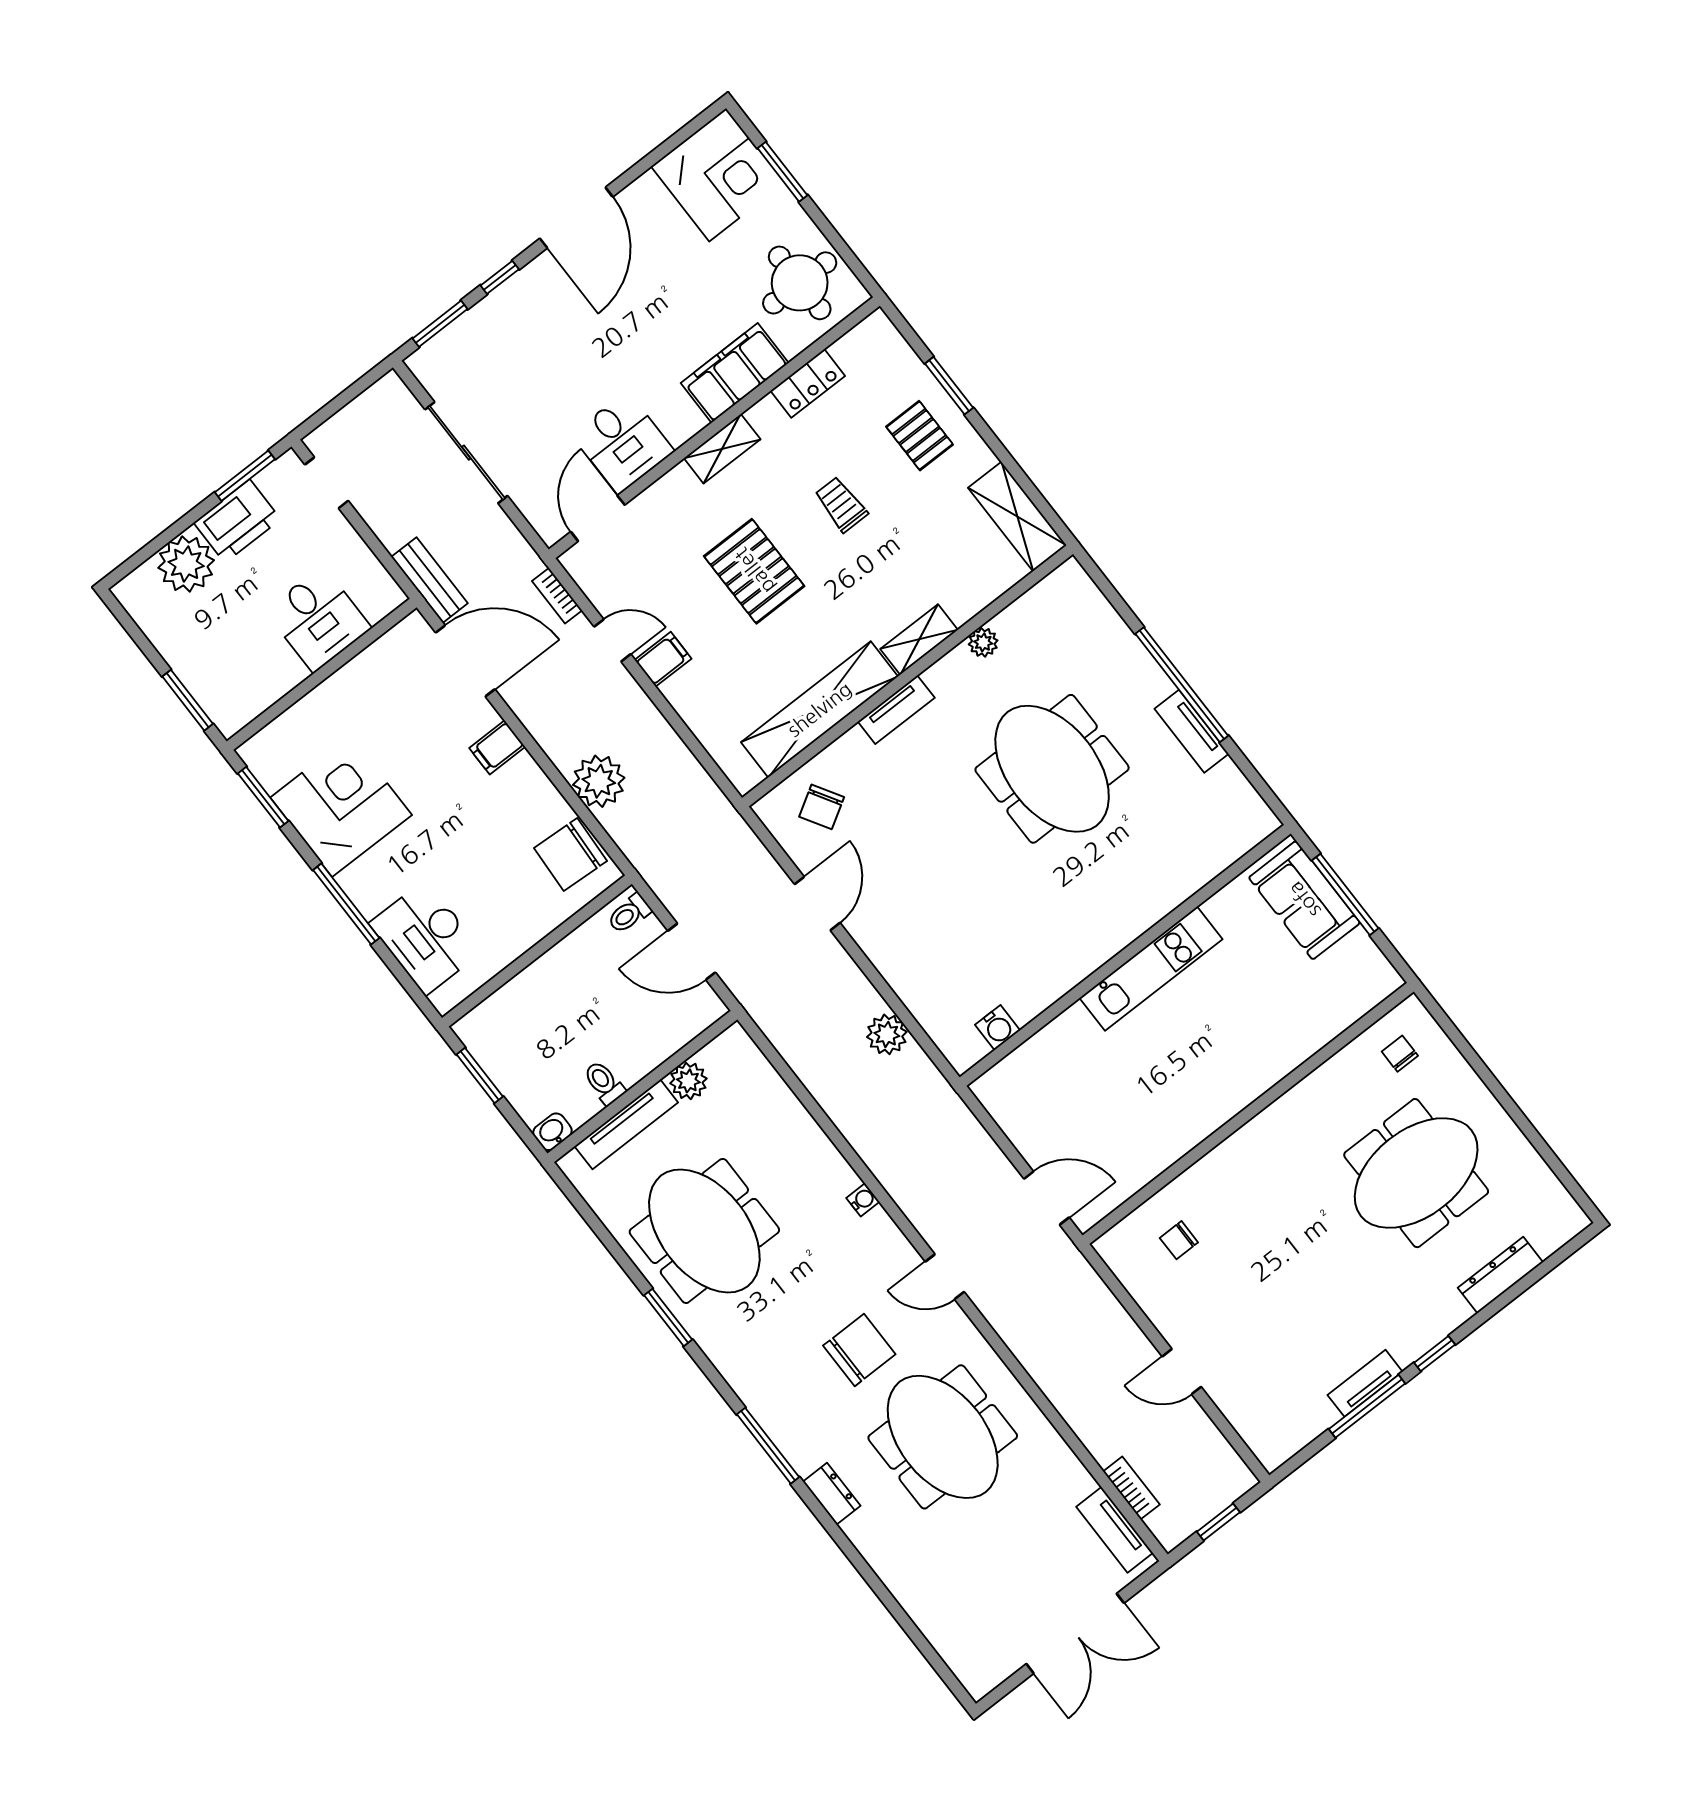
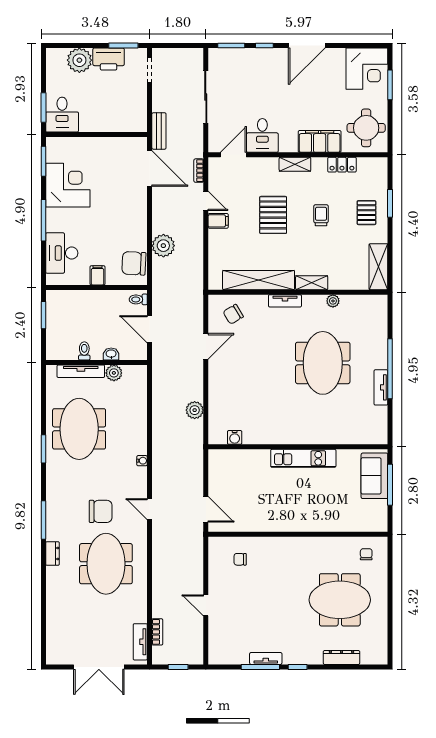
desk: (318, 619) -> (62, 115), moved
filing cabinet: (497, 747) -> (98, 275), moved, turned 90
washbasin: (552, 1132) -> (111, 354), moved

